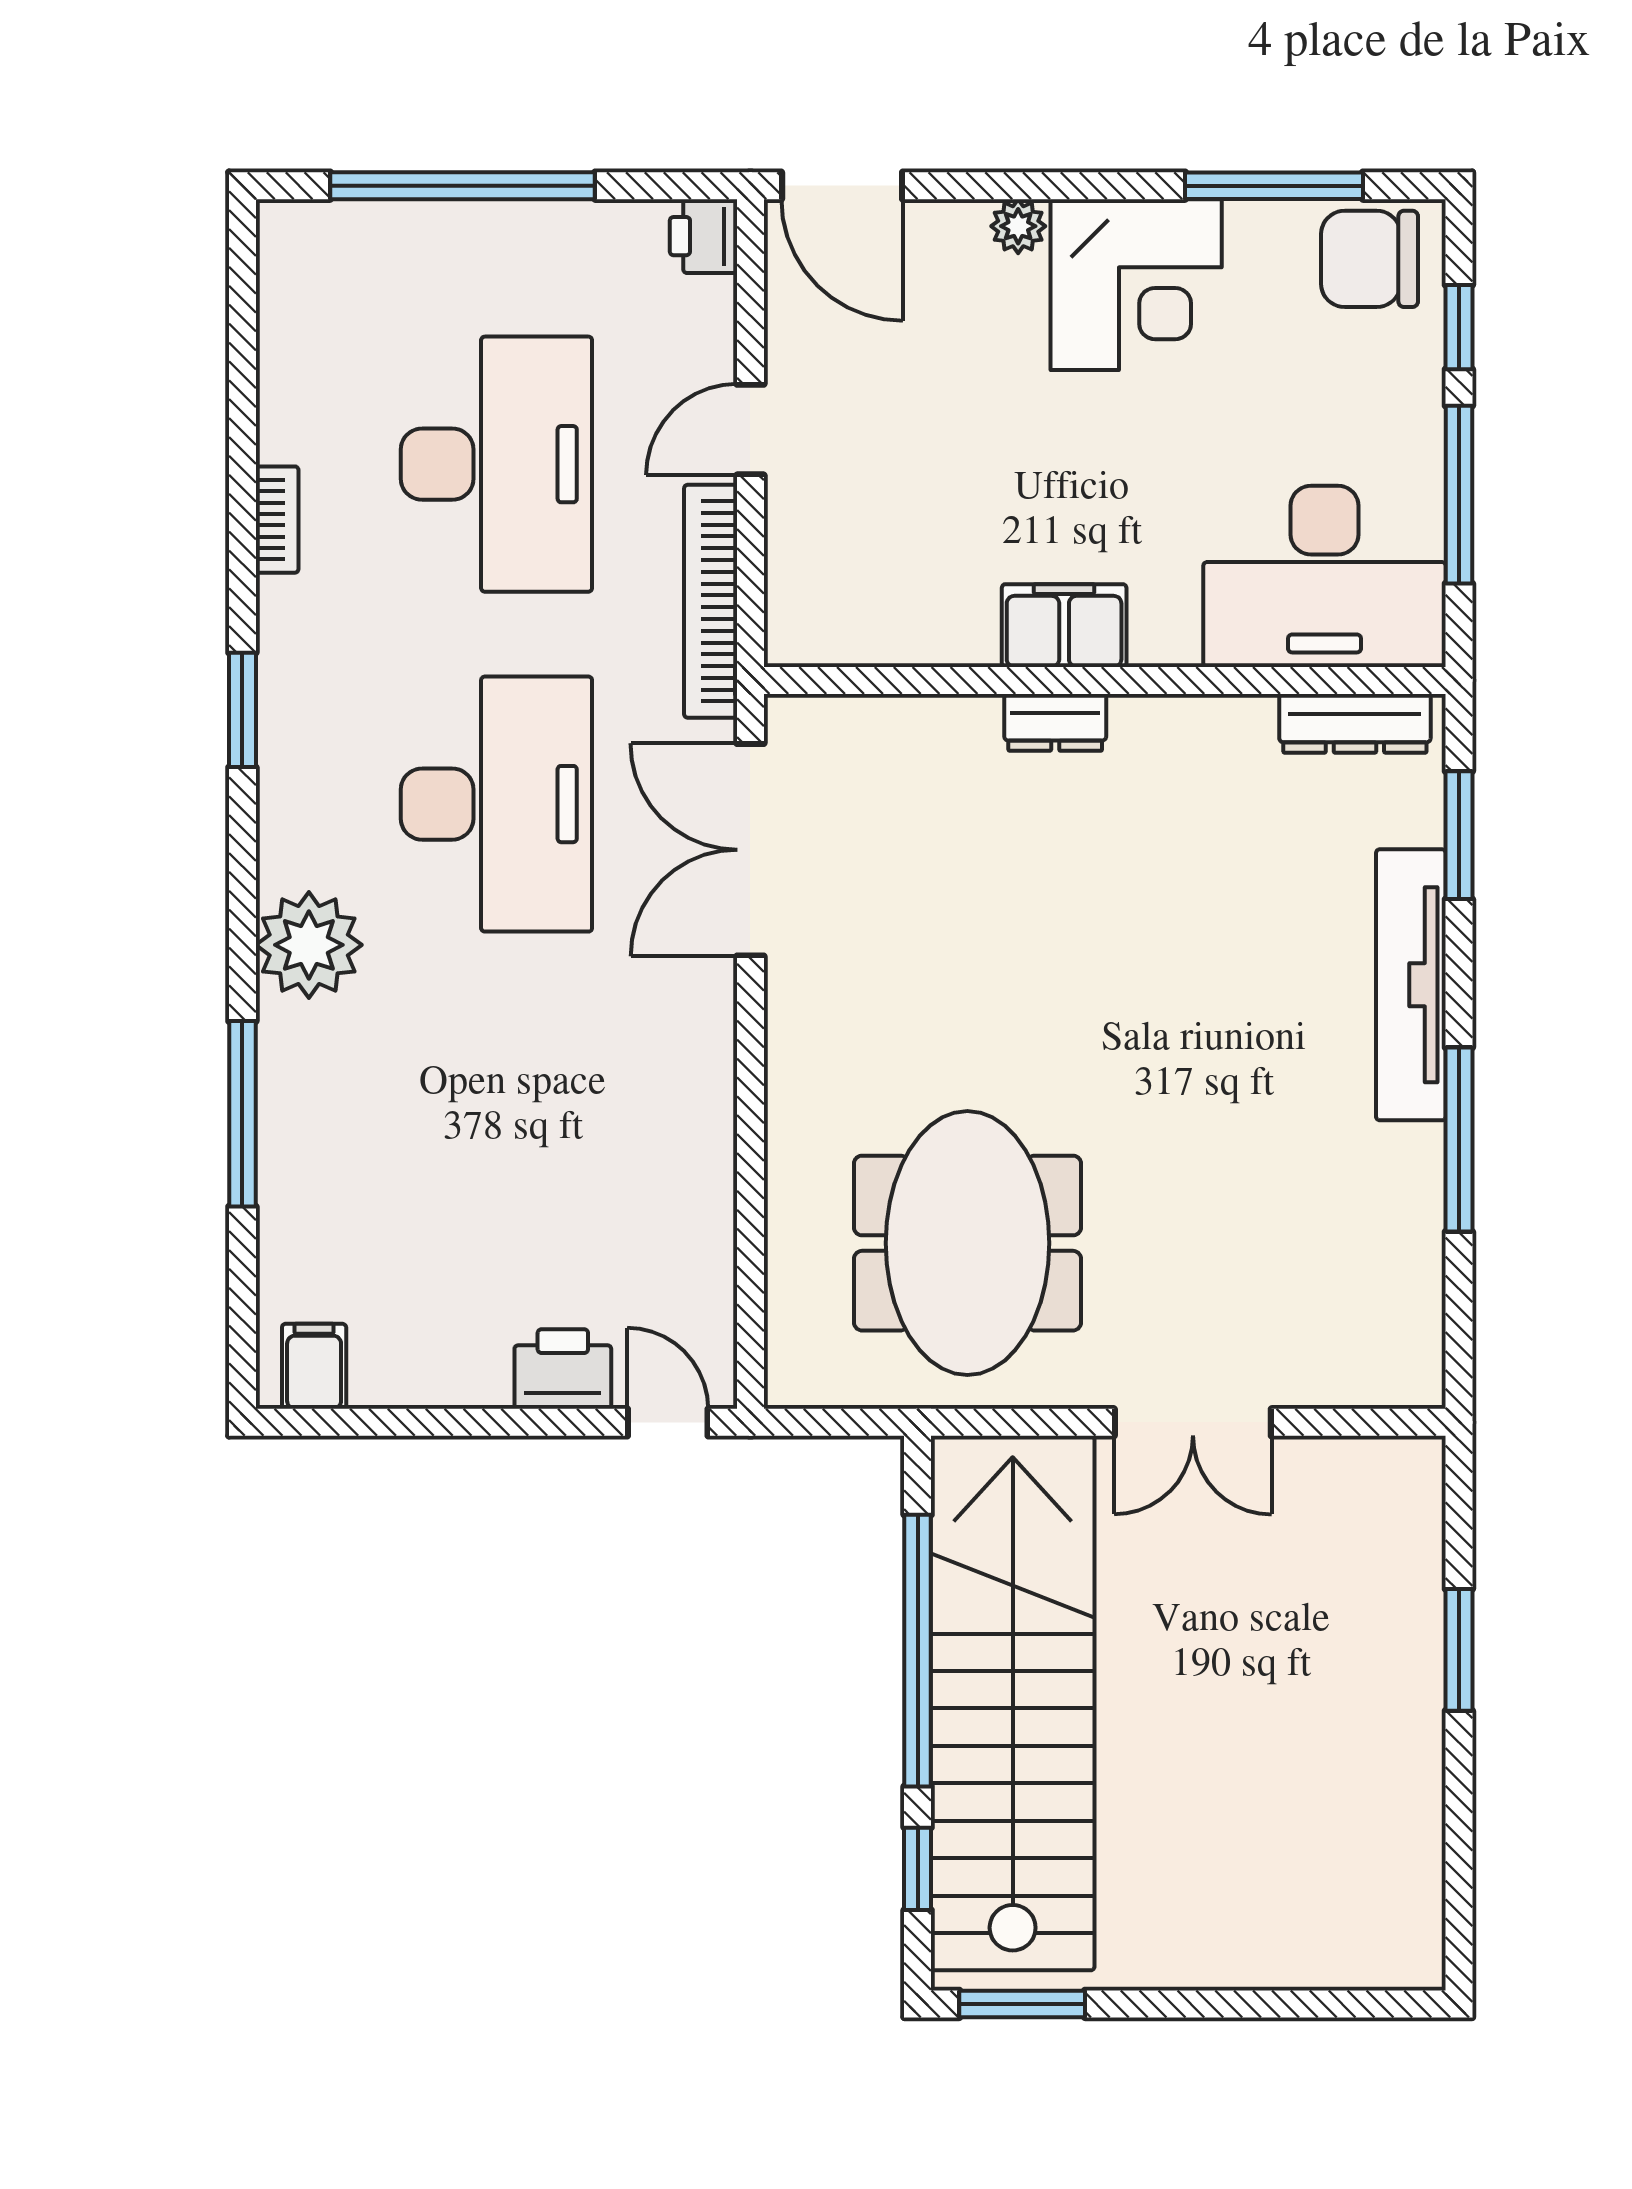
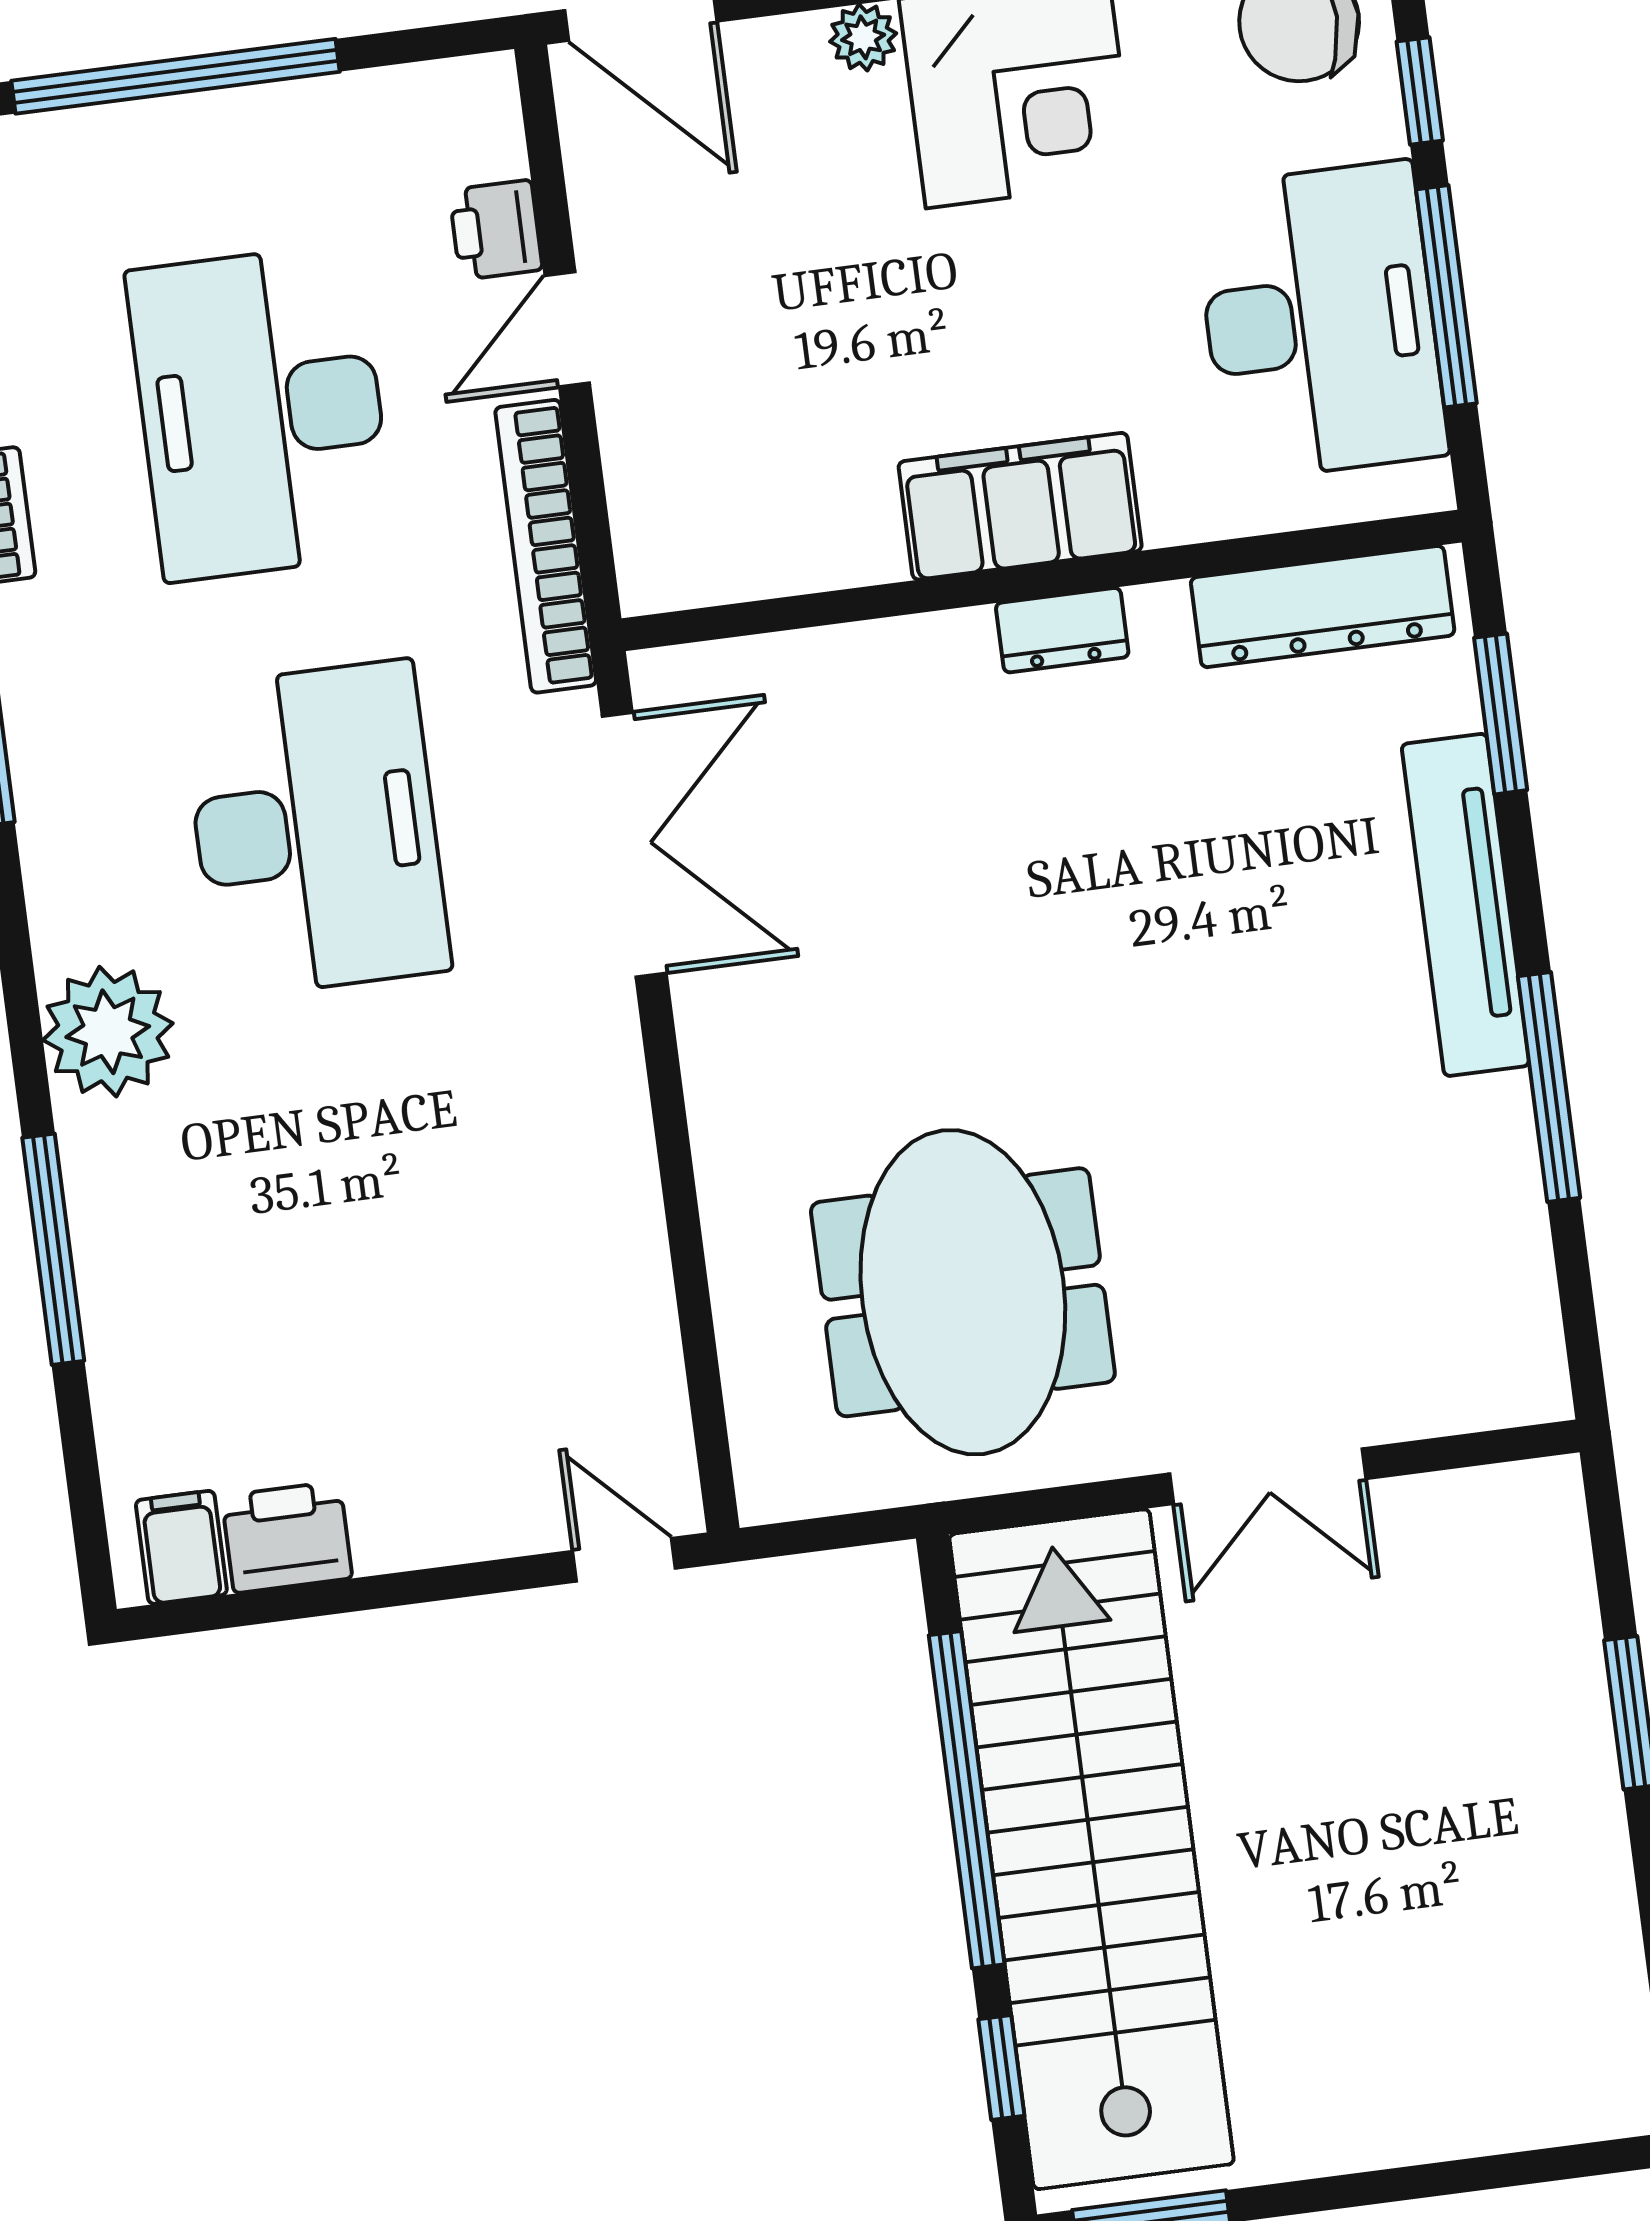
printer: (703, 236) -> (496, 230), moved
desk: (496, 464) -> (261, 412), turned 180
desk: (1325, 576) -> (1320, 321), moved, turned -90
filing cabinet: (1064, 626) -> (1020, 506), width x1.50, depth x1.17
dresser: (1055, 722) -> (1062, 630), moved
dresser: (1355, 723) -> (1323, 607), width x1.37, depth x1.24
double door: (750, 850) -> (634, 845), swing flipped
printer: (563, 1369) -> (287, 1537), moved

